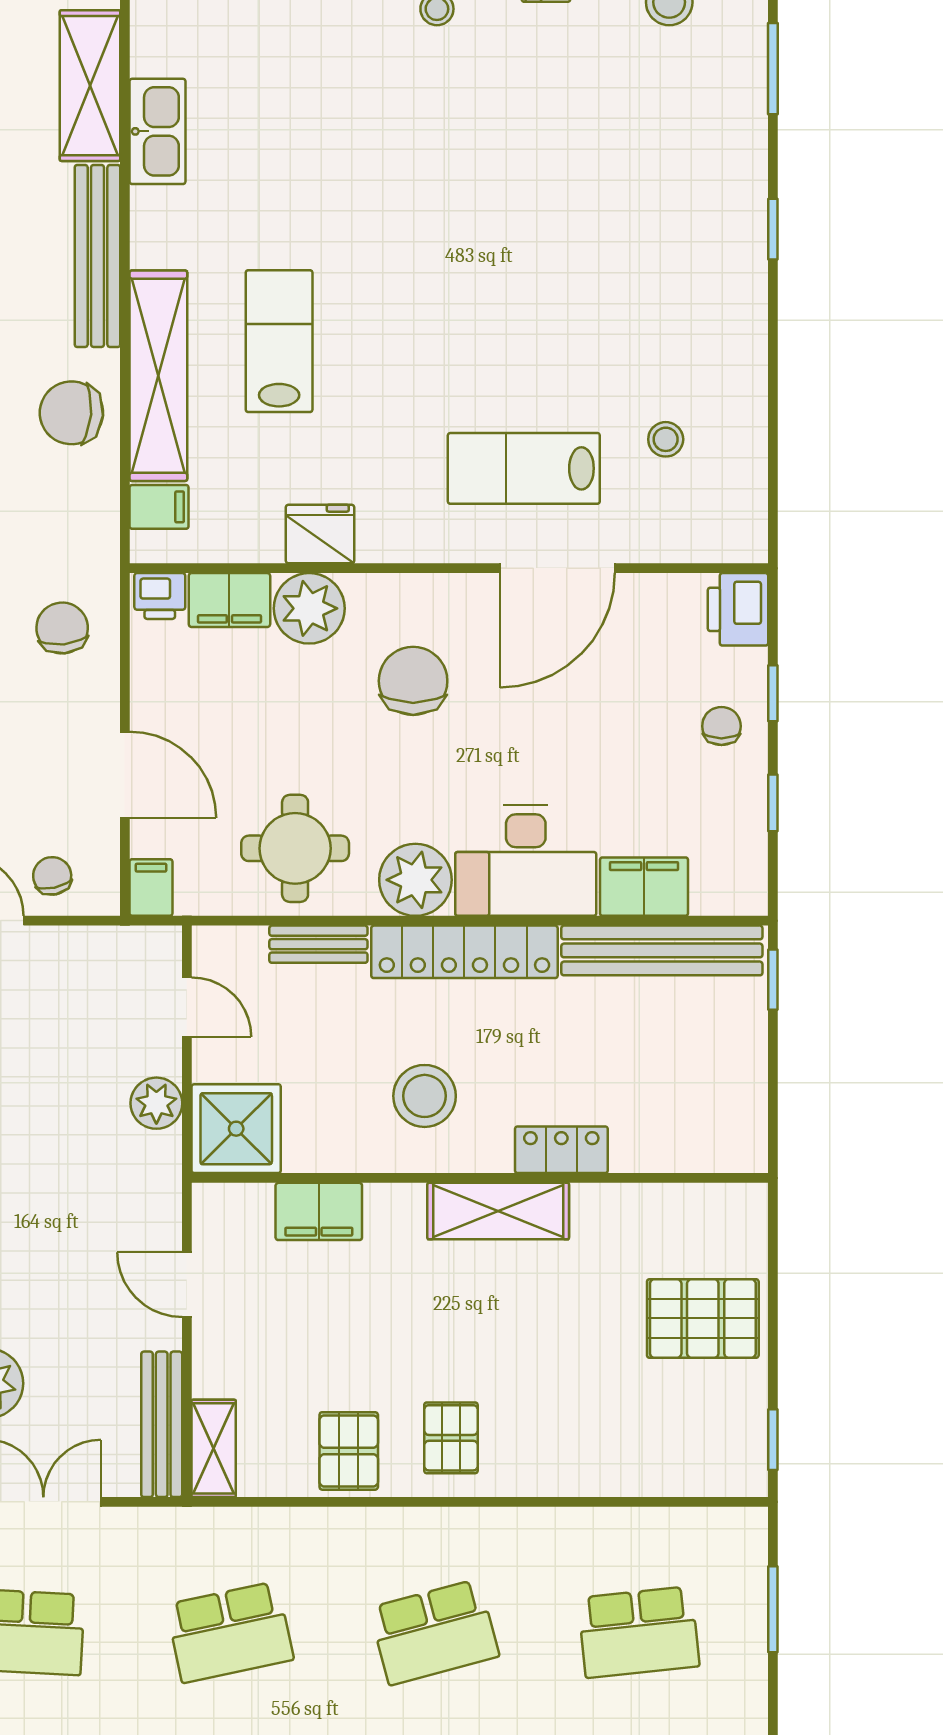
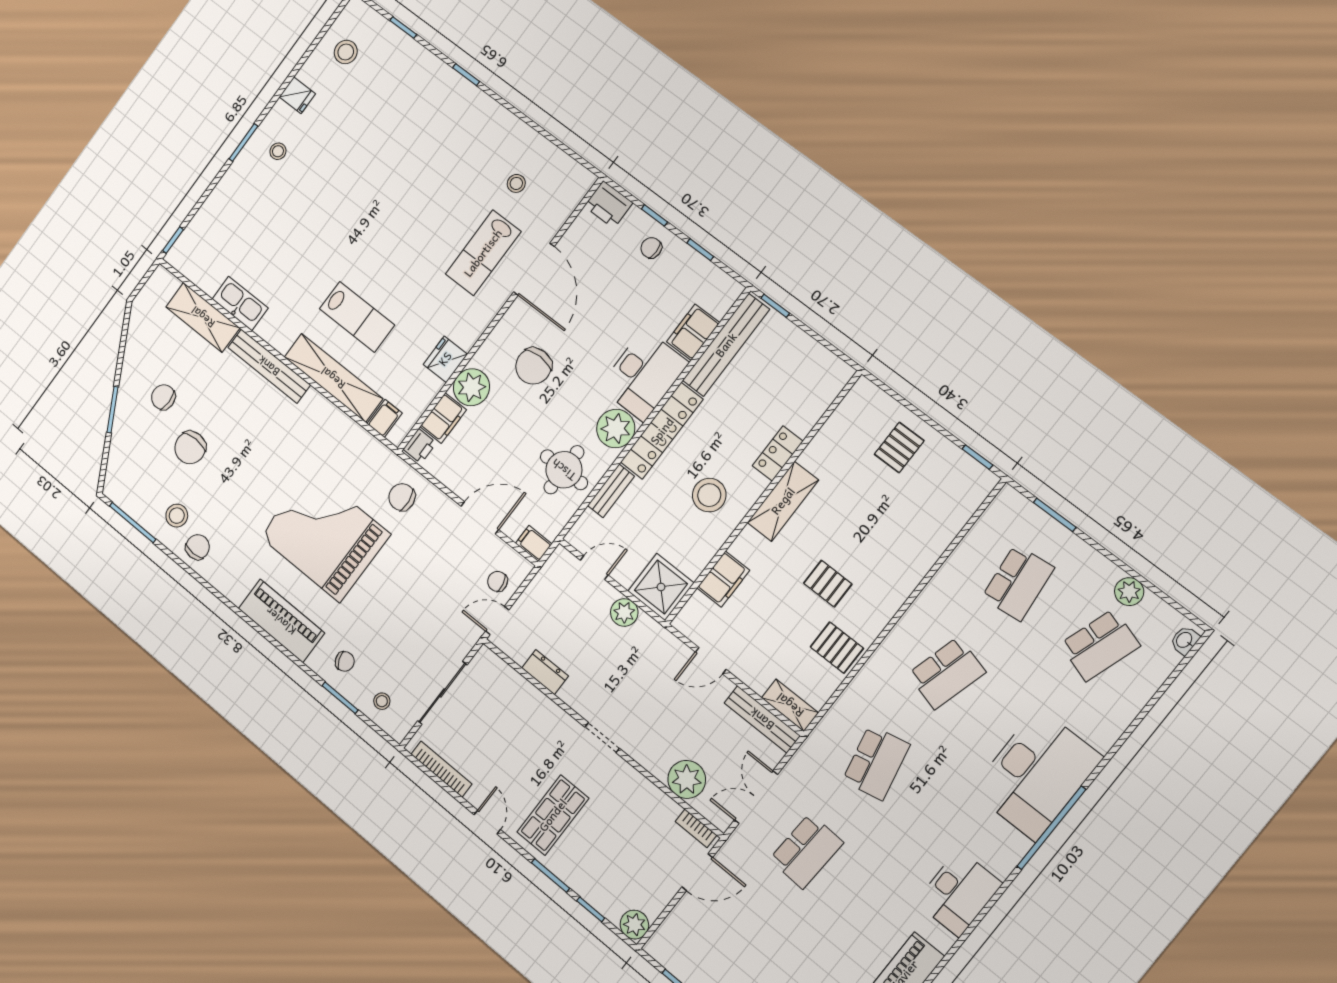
window: (773, 69) -> (403, 28), width x0.67
lab bench: (279, 341) -> (357, 317), turned 180
chair: (71, 413) -> (321, 425), removed
chair: (413, 681) -> (534, 366), turned -90
pallet: (703, 1318) -> (899, 447), width x0.67, depth x0.71
pallet: (451, 1438) -> (828, 584), moved
school desk: (434, 1632) -> (947, 673), turned 30

